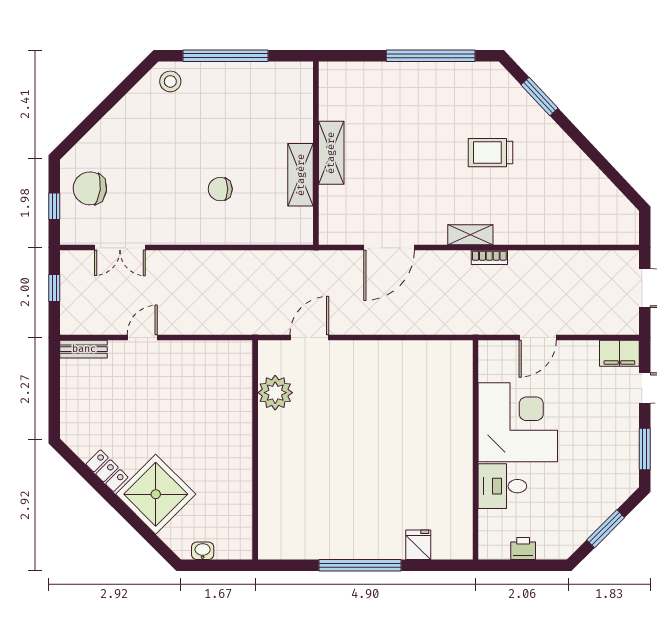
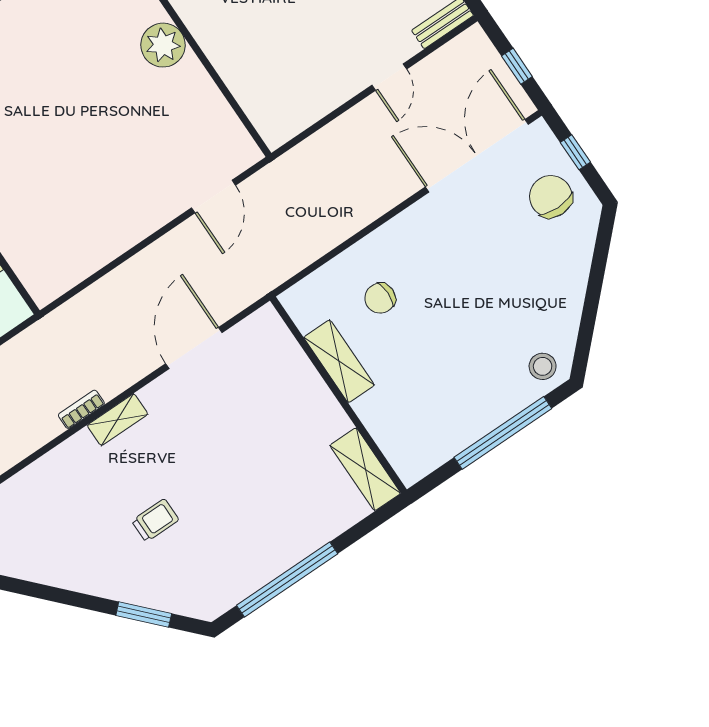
shelving: (331, 153) -> (365, 469), moved
trolley: (490, 153) -> (155, 520), width x0.73, depth x0.72
chair: (90, 188) -> (551, 196), turned -97
chair: (220, 189) -> (380, 298), moved, turned 180
double door: (120, 248) -> (477, 156), width x1.87
plant: (275, 393) -> (163, 45), moved

